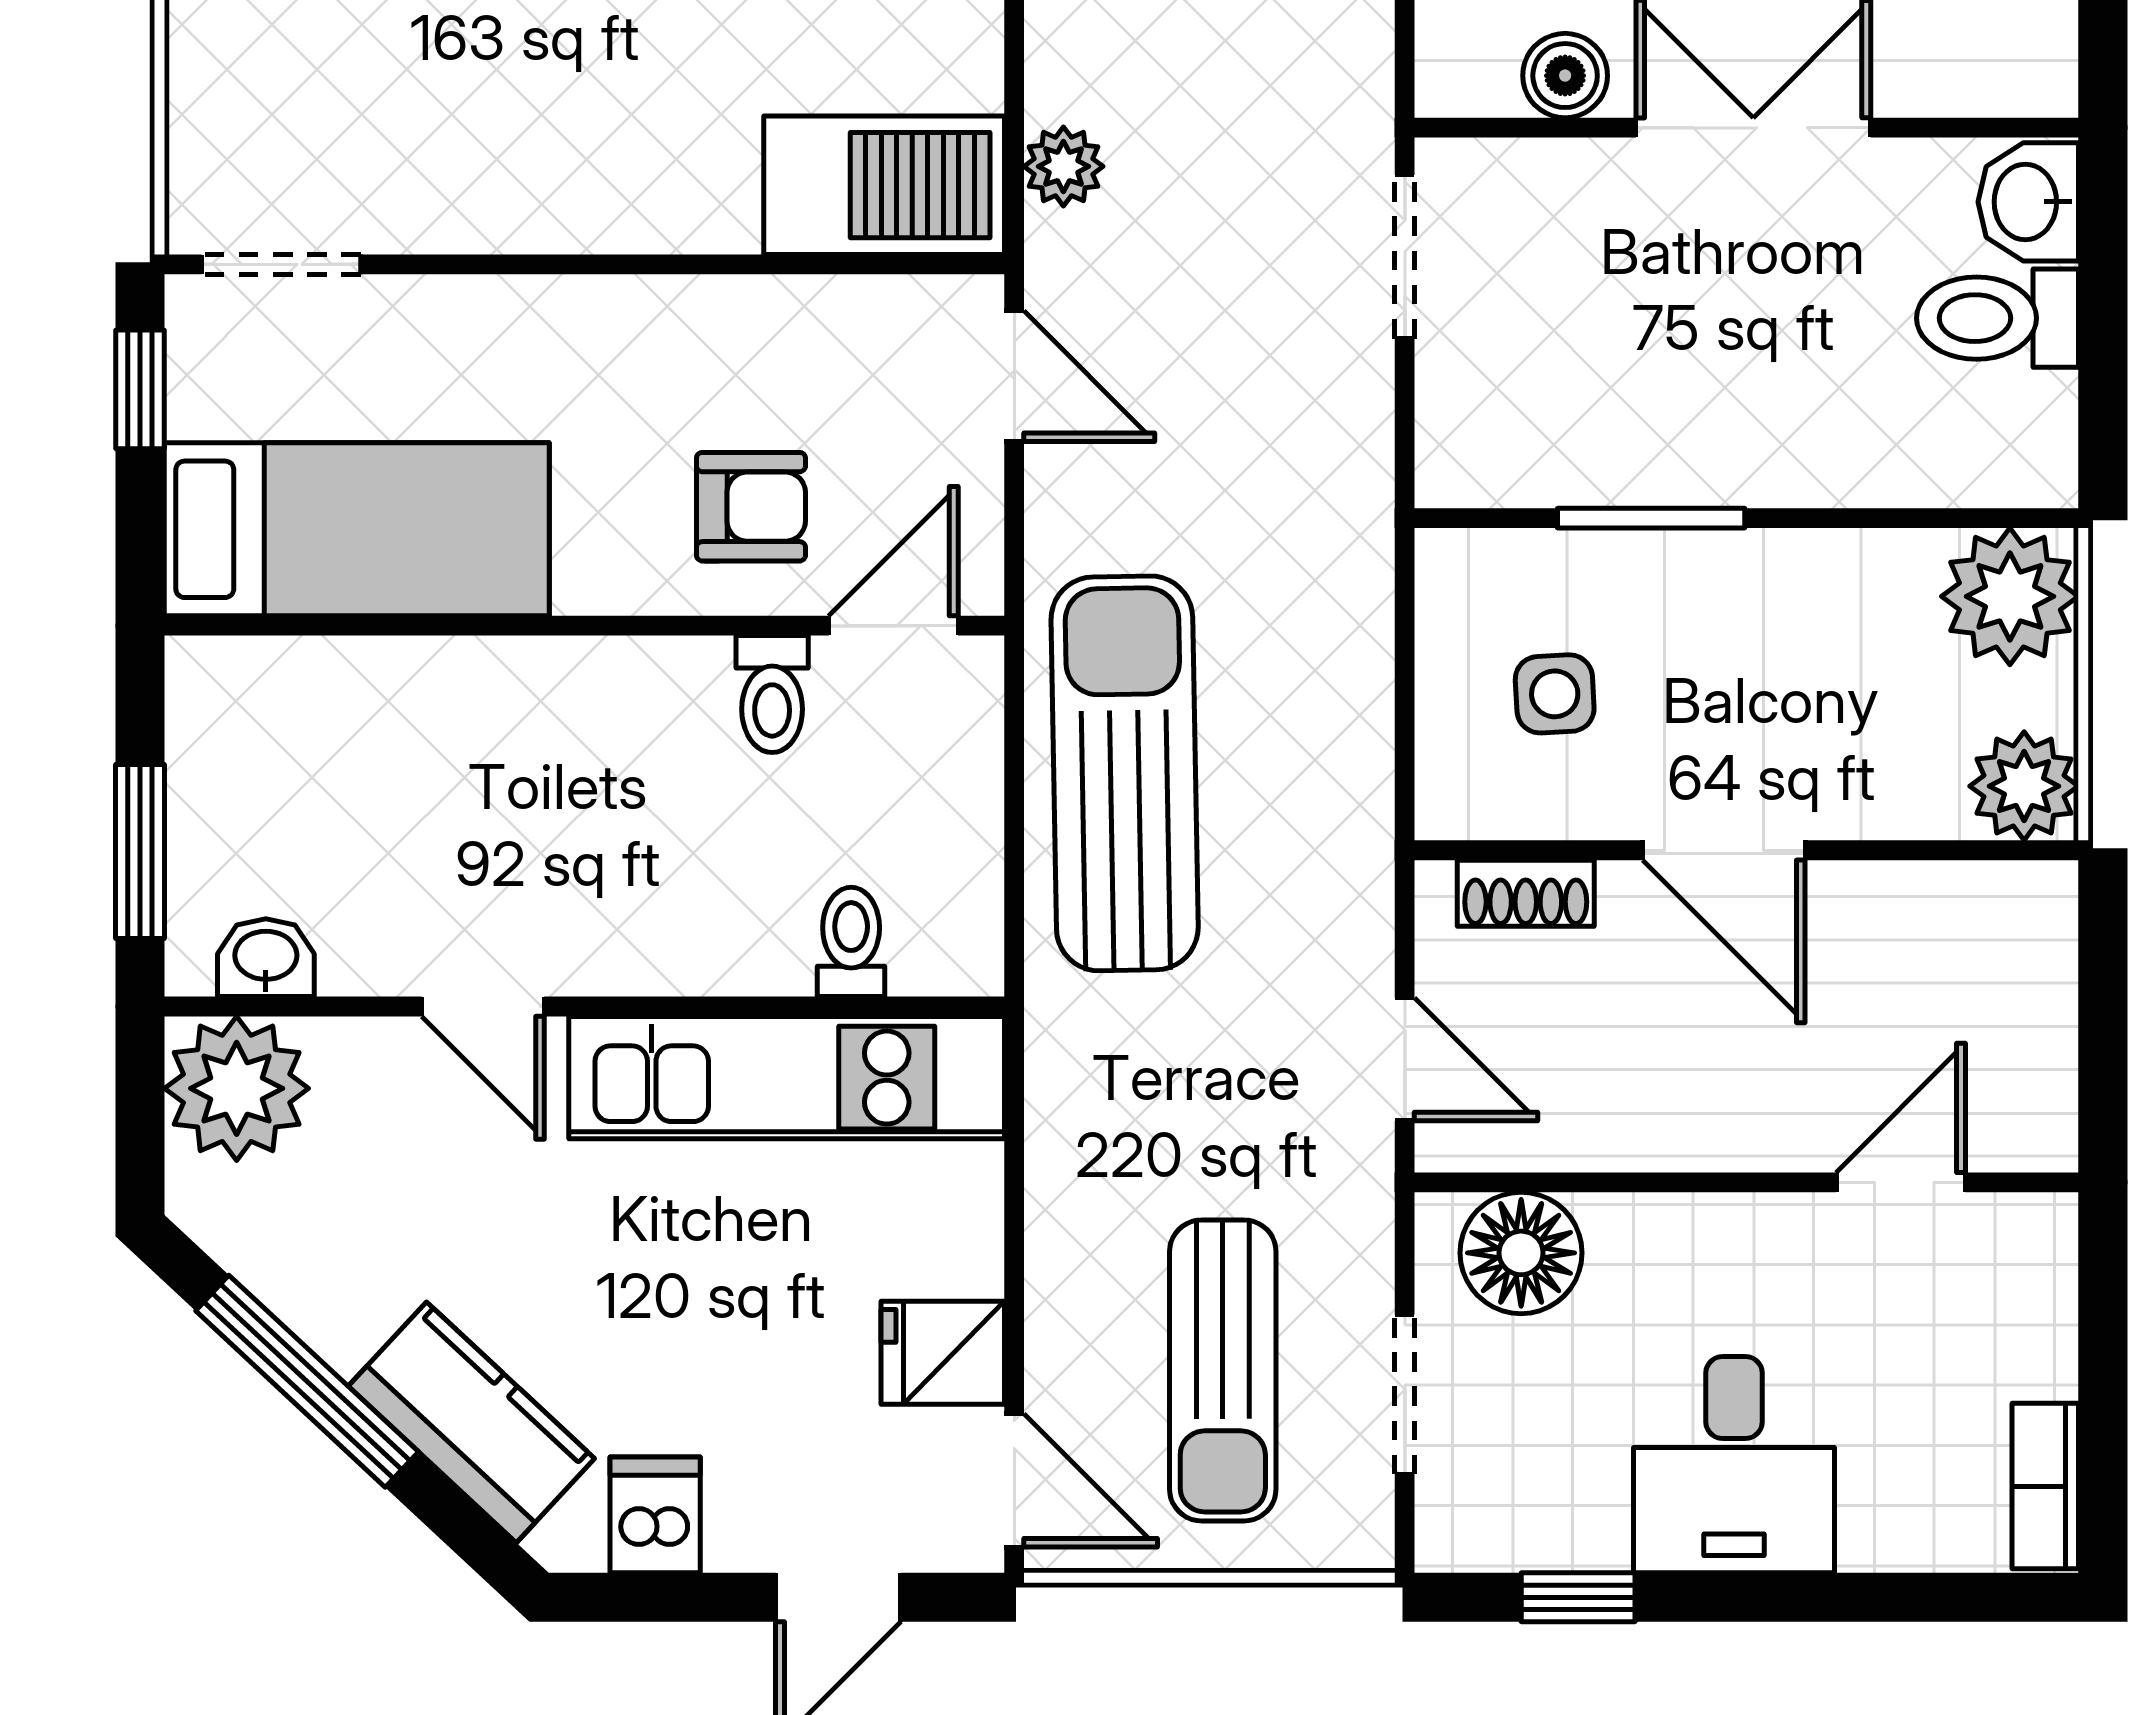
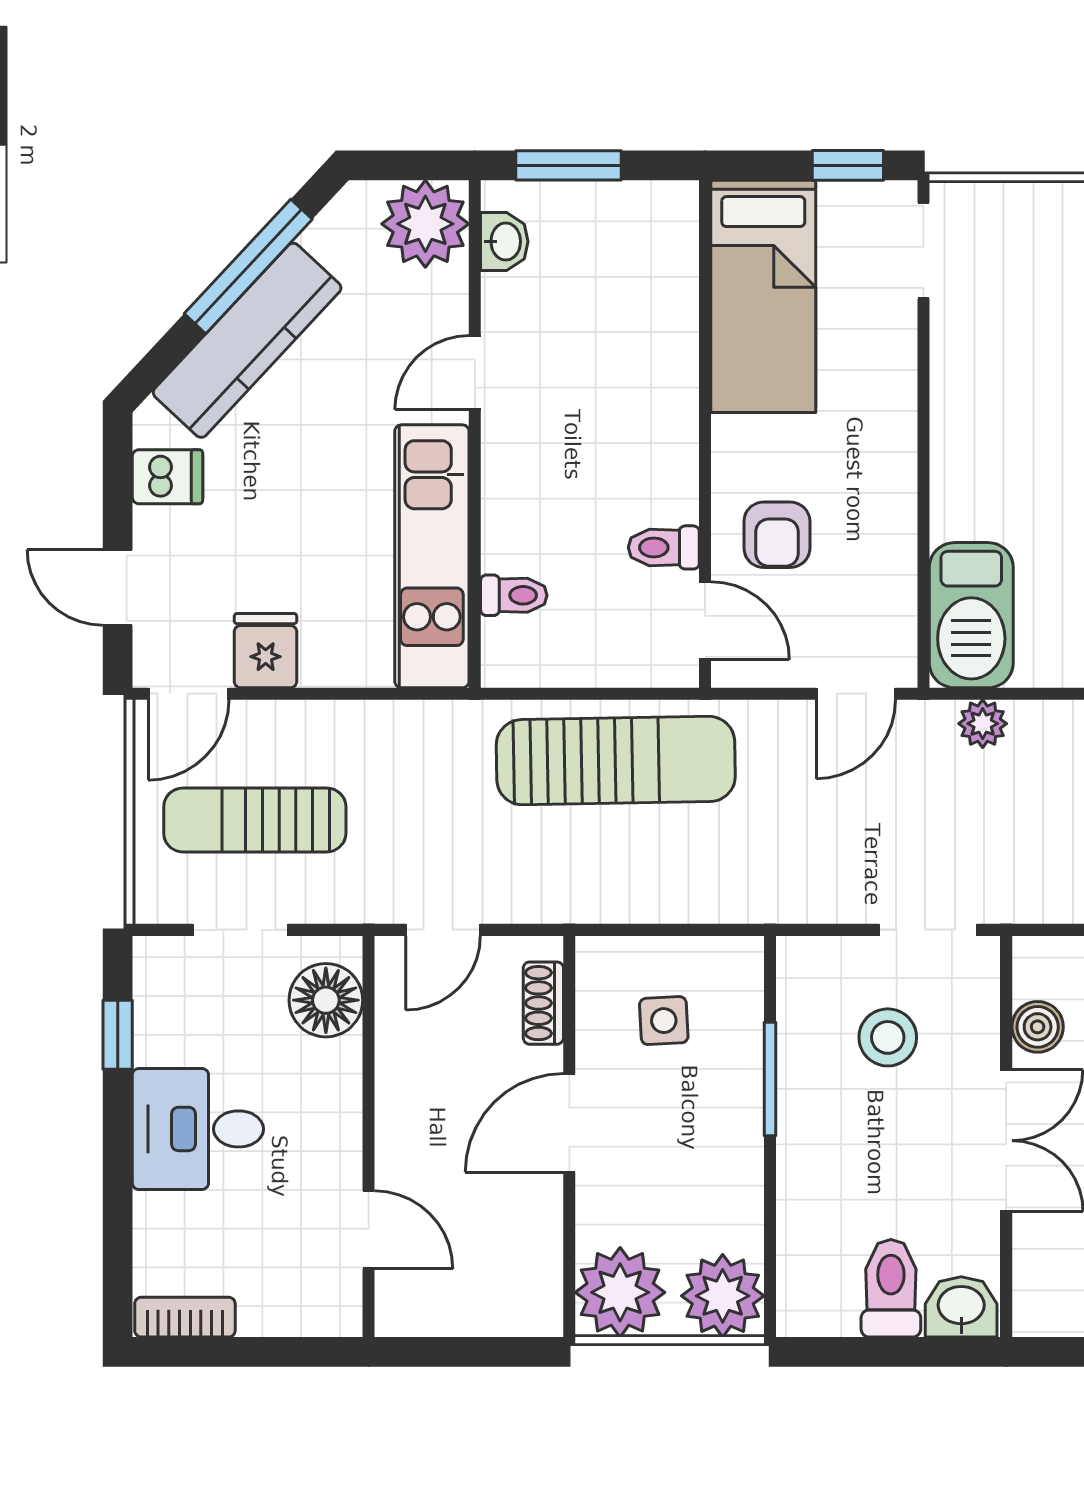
stool: (1583, 323) -> (888, 1037), added
plant: (2024, 786) -> (620, 1292), width x1.36, depth x1.36
kitchen counter: (471, 1422) -> (247, 340), width x1.50

